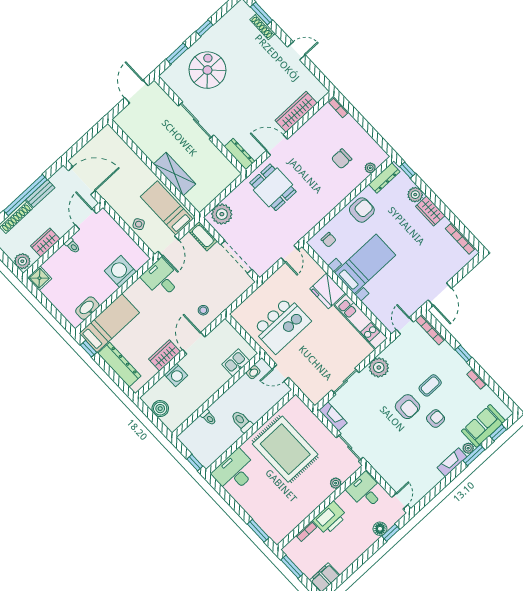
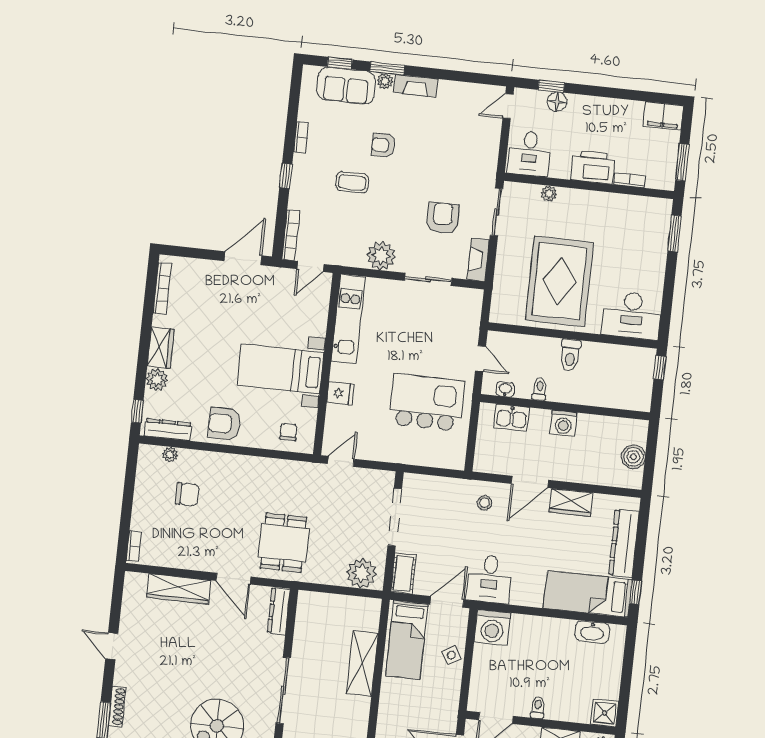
washing machine: (120, 271) -> (492, 628), moved
fridge: (328, 291) -> (340, 393), width x0.53, depth x0.75
washing machine: (176, 375) -> (564, 423), moved, turned 180
armchair: (408, 407) -> (443, 218), moved
toilet: (209, 417) -> (540, 389), moved

